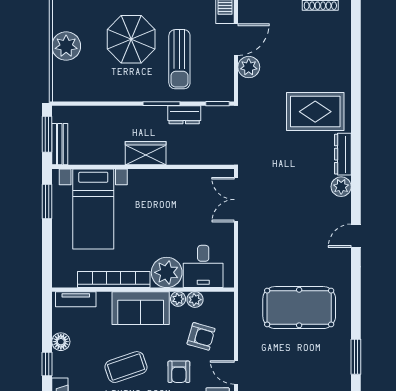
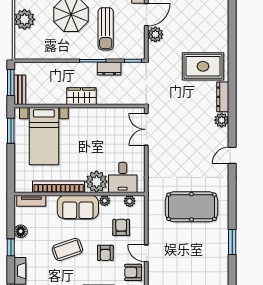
plant: (195, 300) -> (130, 201), moved
armchair: (201, 336) -> (121, 227), turned -106

